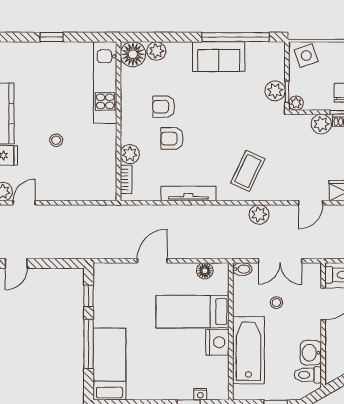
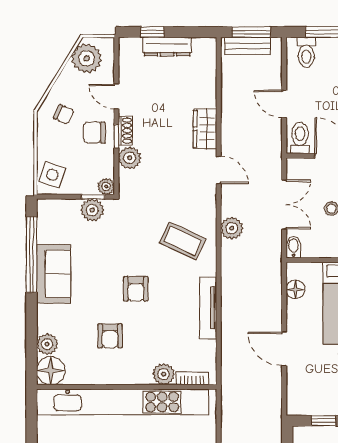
side table: (306, 56) -> (52, 175), turned 38
kitchen unit: (105, 83) -> (123, 402), width x1.86
armchair: (172, 139) -> (136, 289), moved

